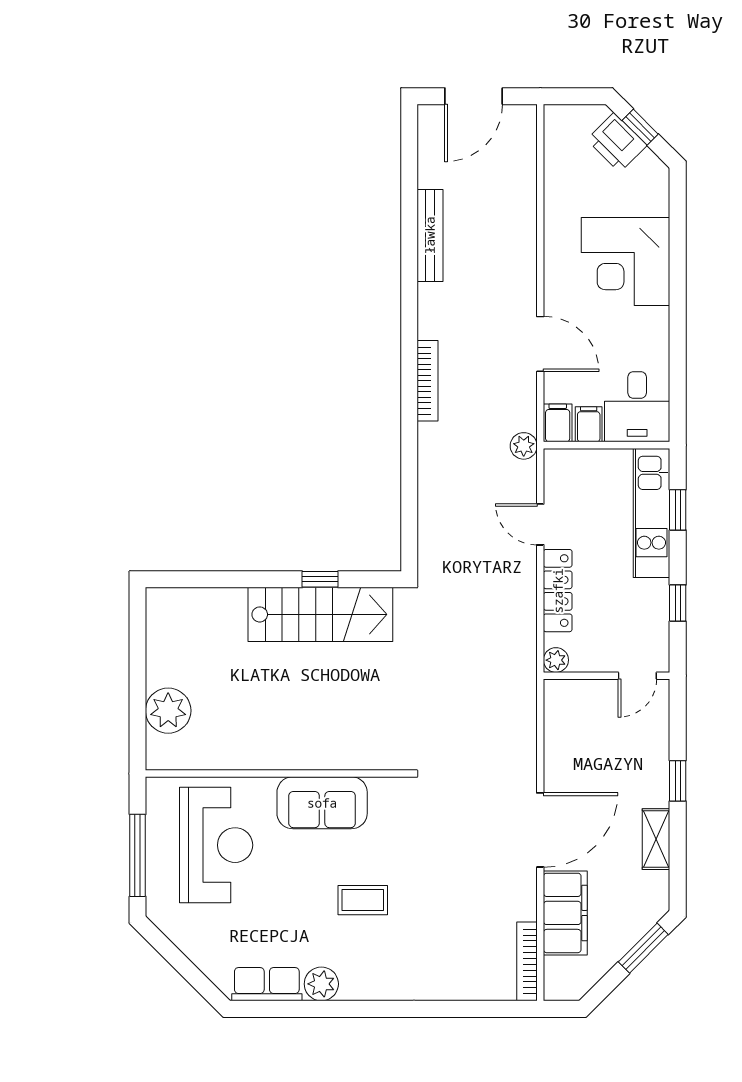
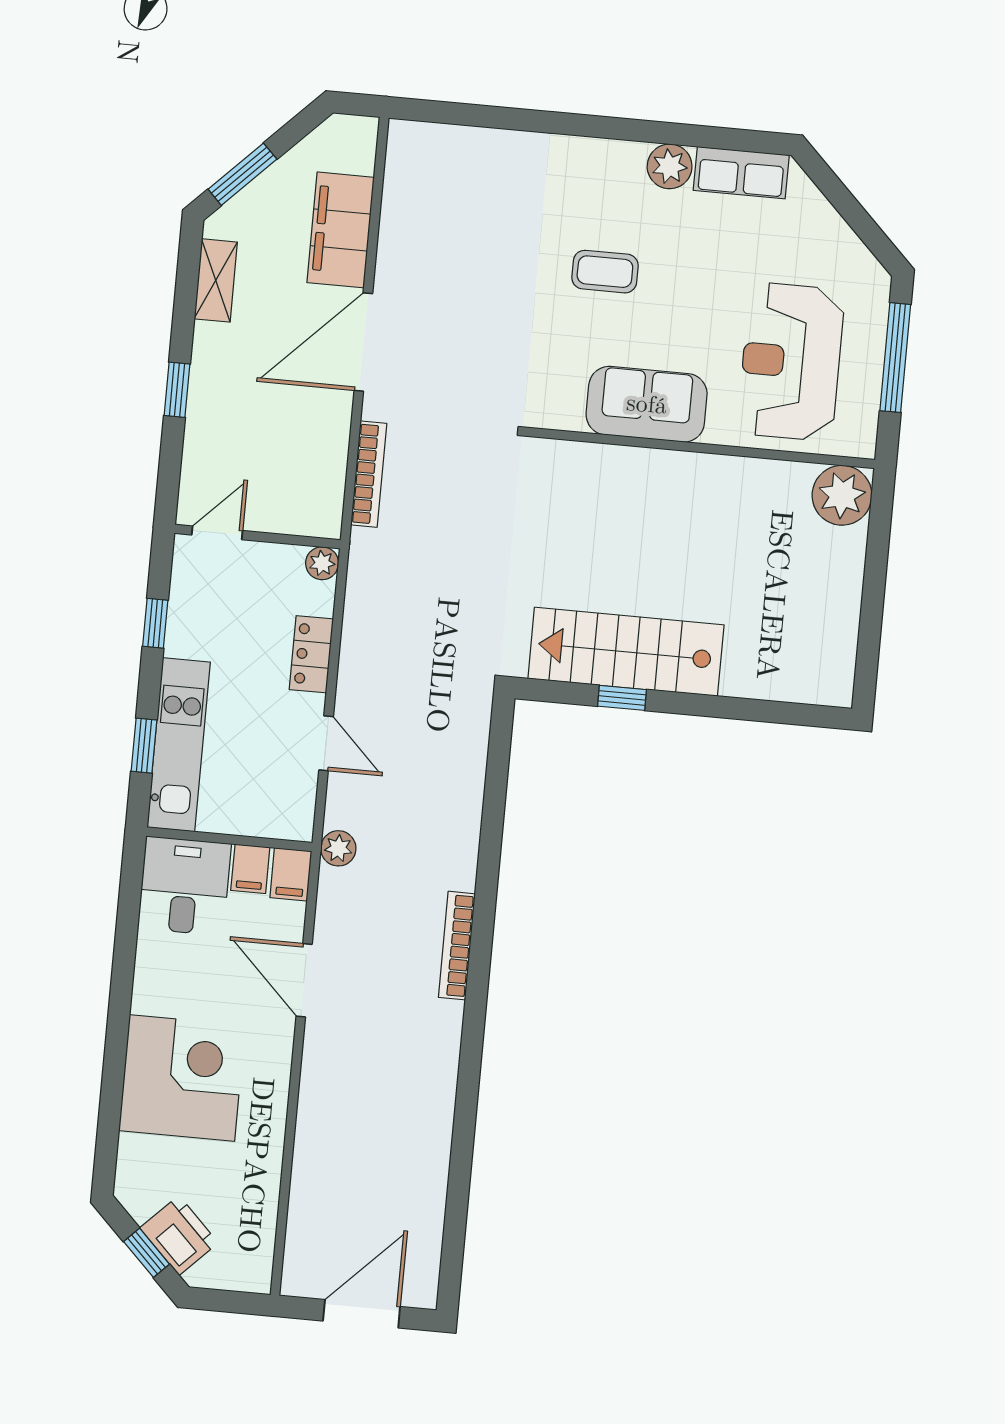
bench: (430, 235) -> (436, 1136), removed
locker: (558, 591) -> (311, 654), width x0.66
plant: (168, 711) -> (842, 495), moved
shelving: (656, 839) -> (216, 280), moved
bookcase: (527, 961) -> (369, 474), moved

